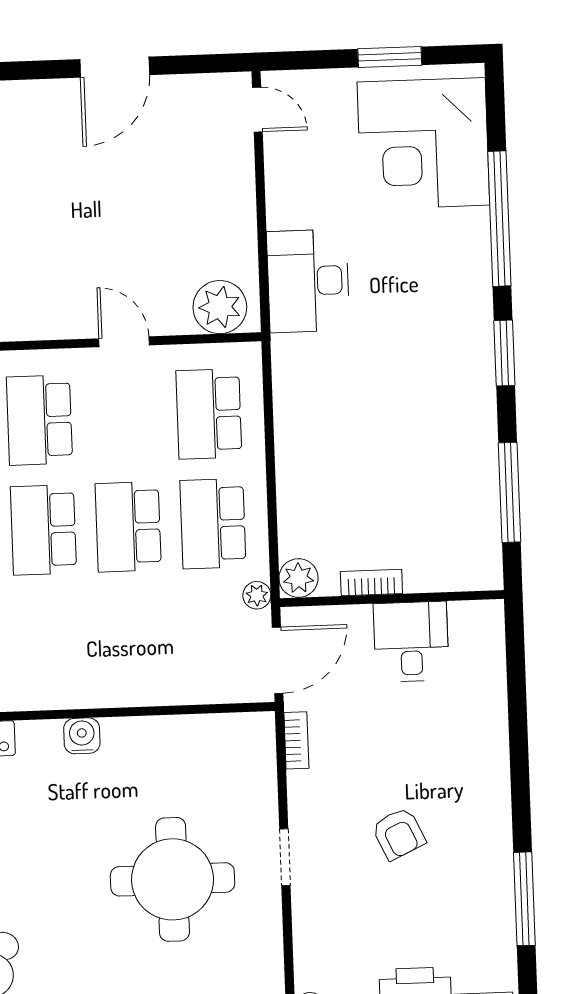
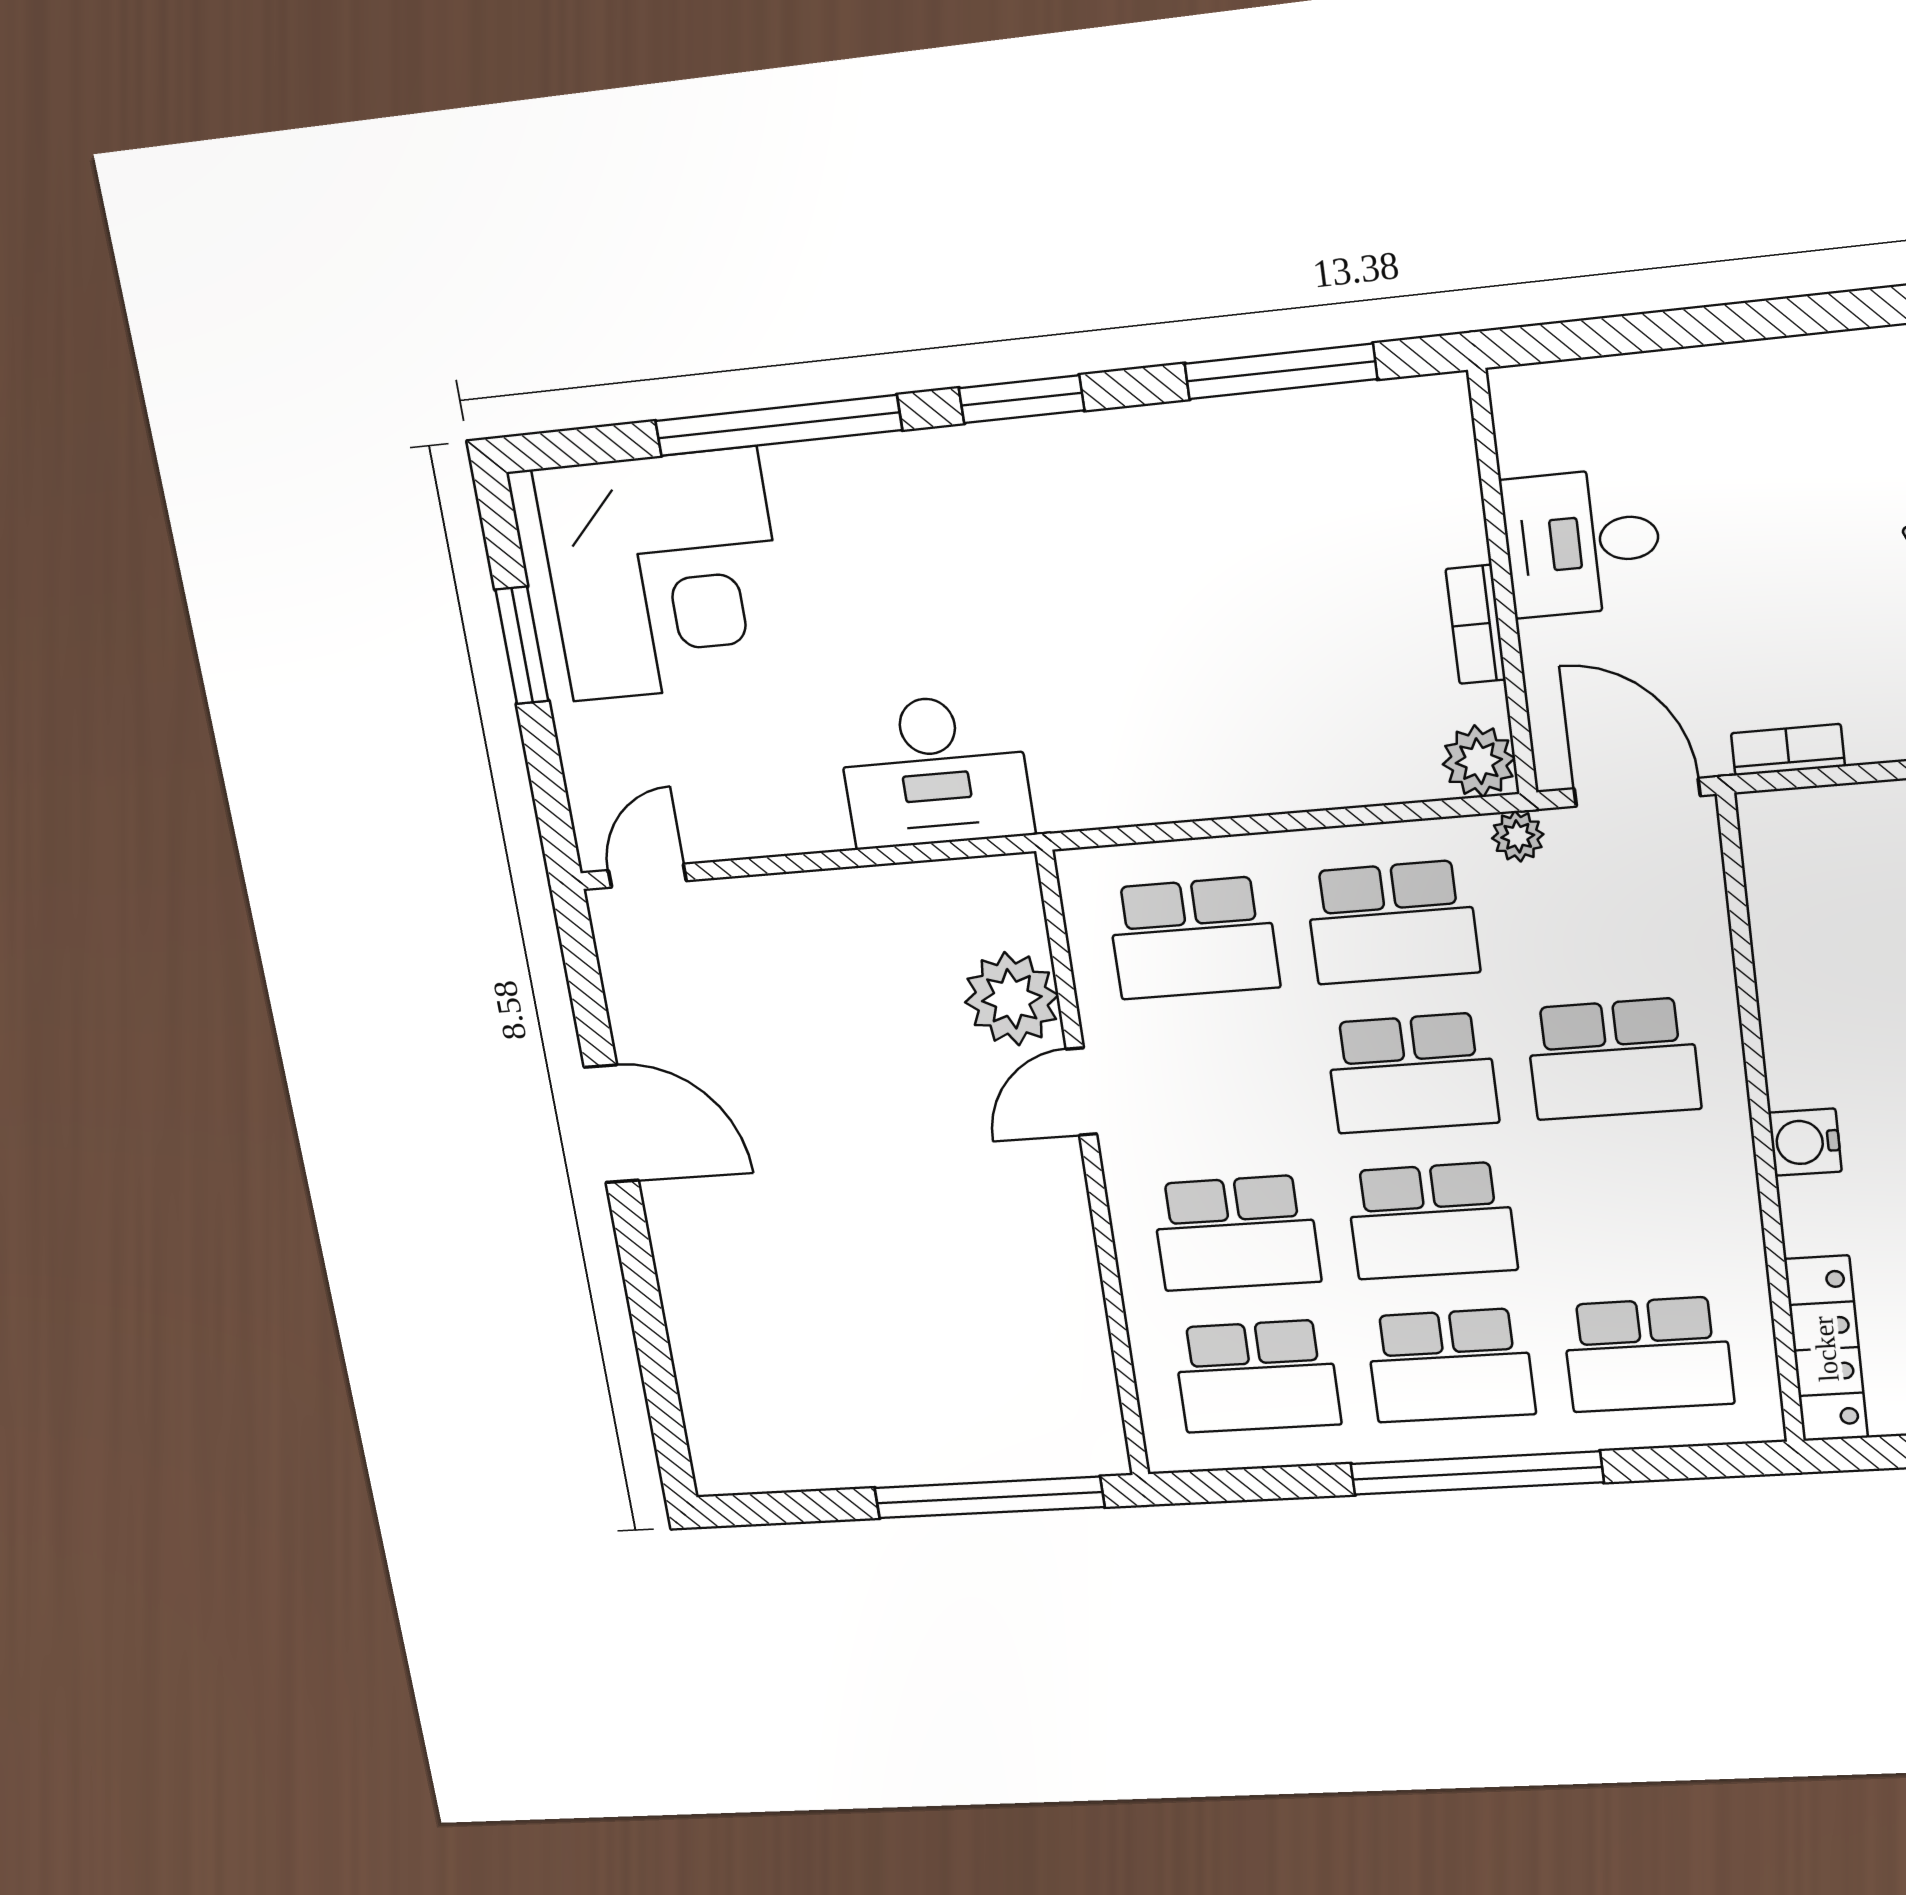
plant: (220, 307) -> (1012, 999), moved
school desk: (132, 637) -> (1613, 1059), added

